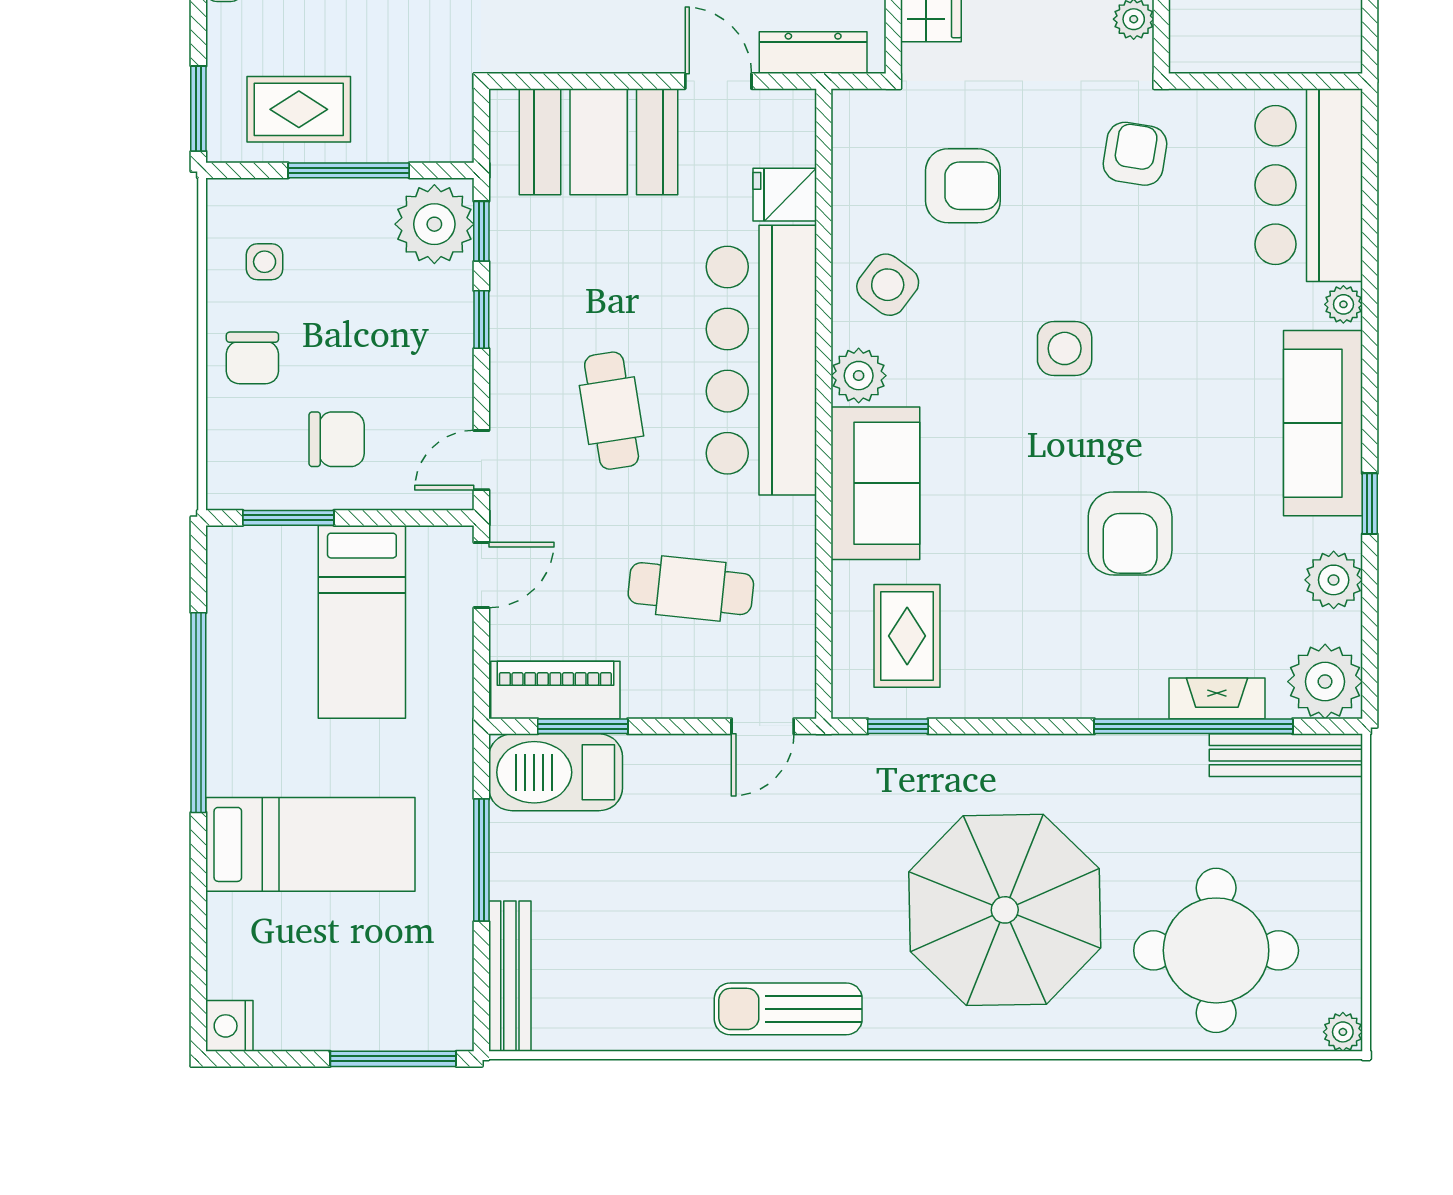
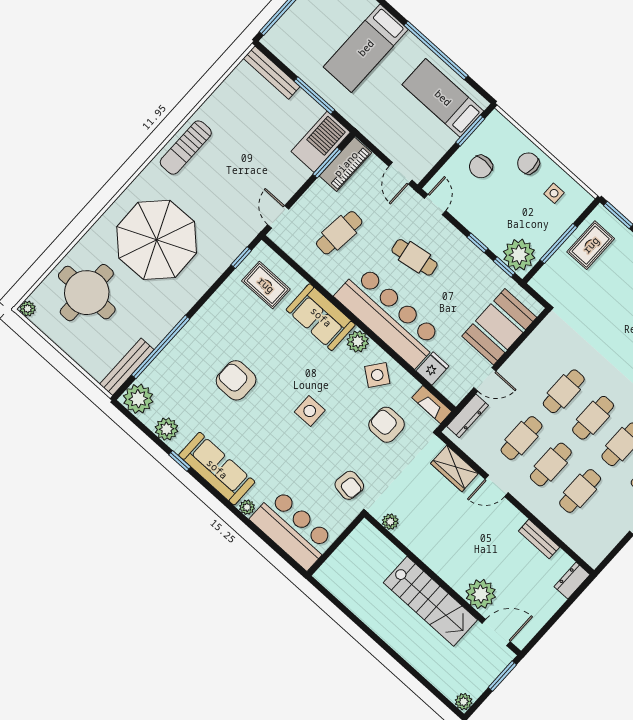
armchair: (963, 186) -> (387, 425), turned 90
bed: (362, 622) -> (443, 98), moved
fireplace: (1217, 698) -> (432, 405), moved, turned 90
sun lounger: (788, 1009) -> (186, 148), turned 180

